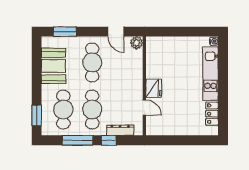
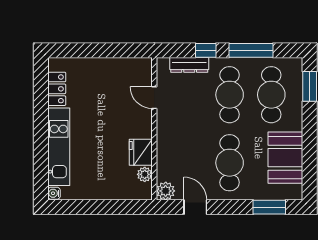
plant: (151, 54) -> (145, 174), added
fridge: (154, 88) -> (141, 152), moved

